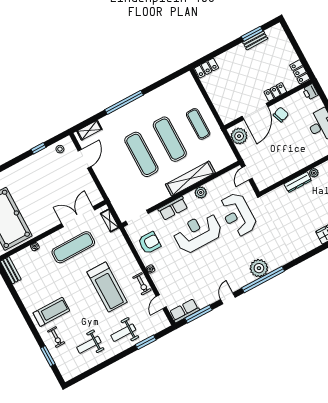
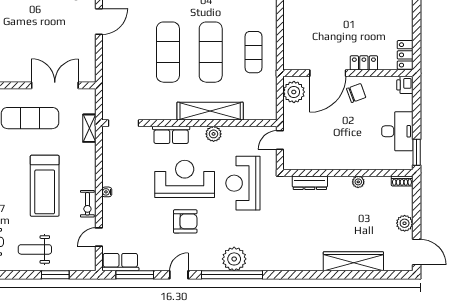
dresser: (298, 182) -> (310, 183), moved
shelving: (110, 221) -> (89, 128), moved
armchair: (149, 243) -> (185, 221), moved

